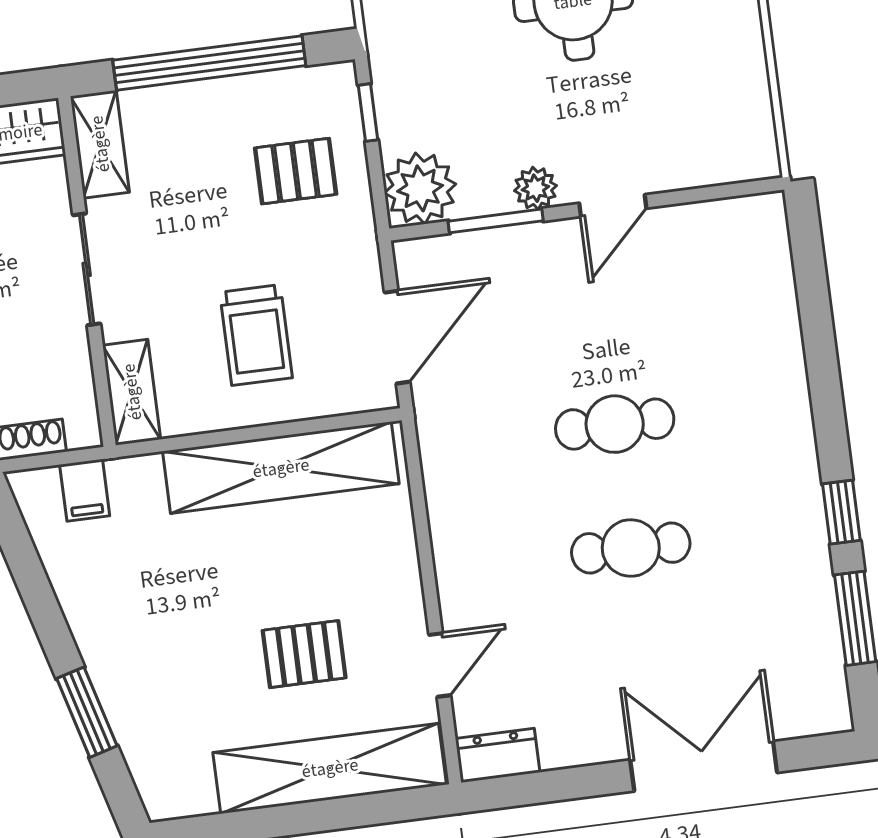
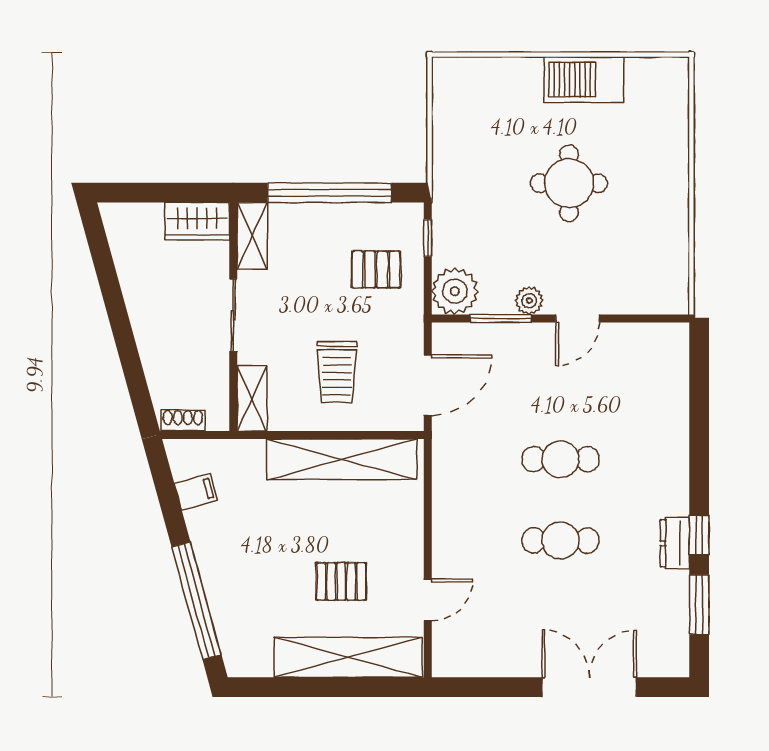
filing cabinet: (85, 490) -> (196, 492), moved, turned -105
window: (87, 712) -> (196, 601), width x2.11
dresser: (498, 755) -> (675, 543), moved, turned -90

